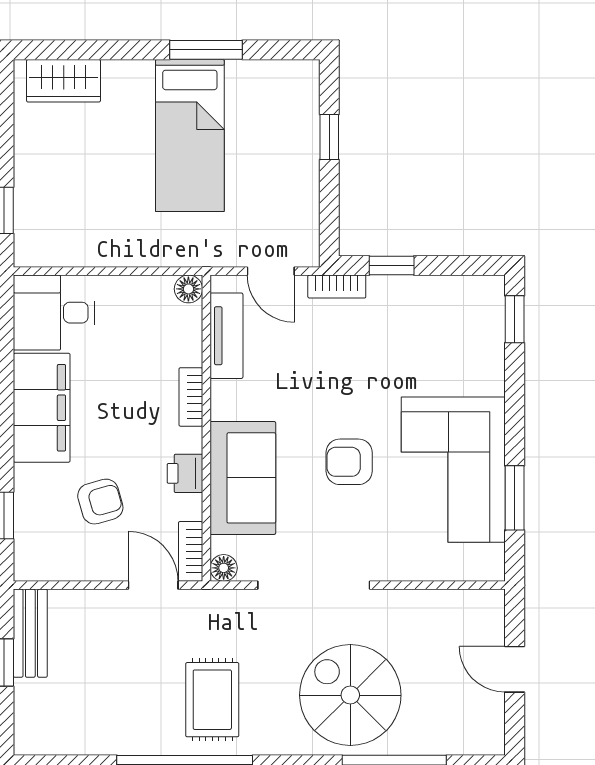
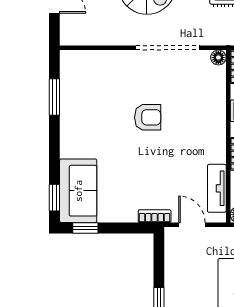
window: (392, 266) -> (85, 228), moved
corner sofa: (453, 470) -> (89, 113), removed
sofa: (243, 478) -> (78, 191), moved, turned 180

